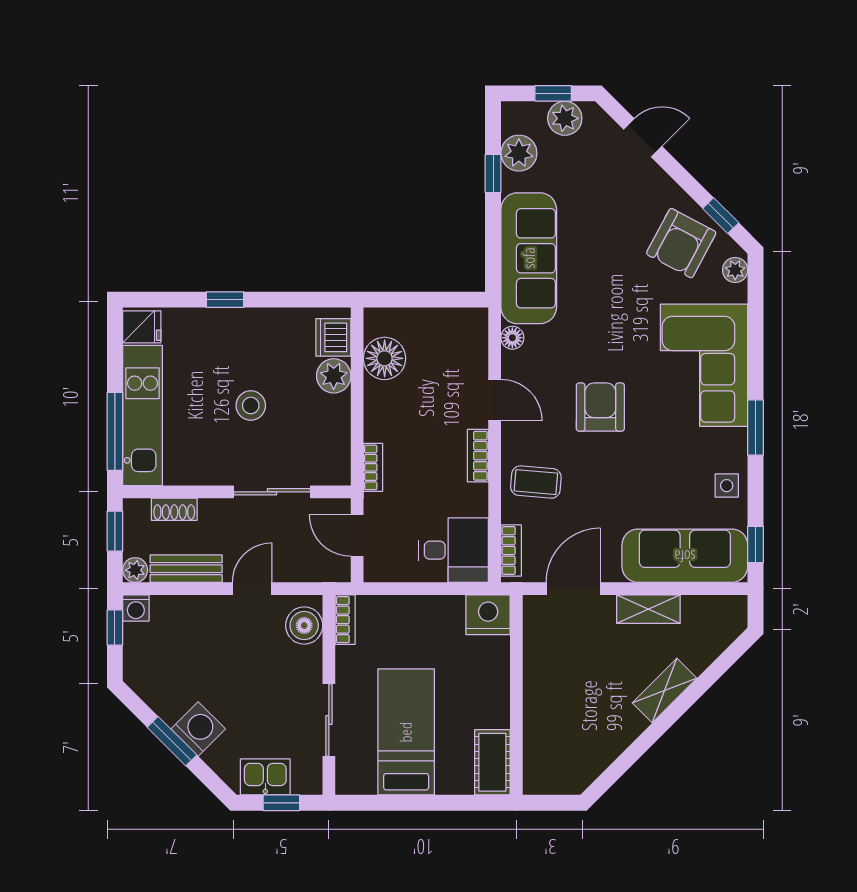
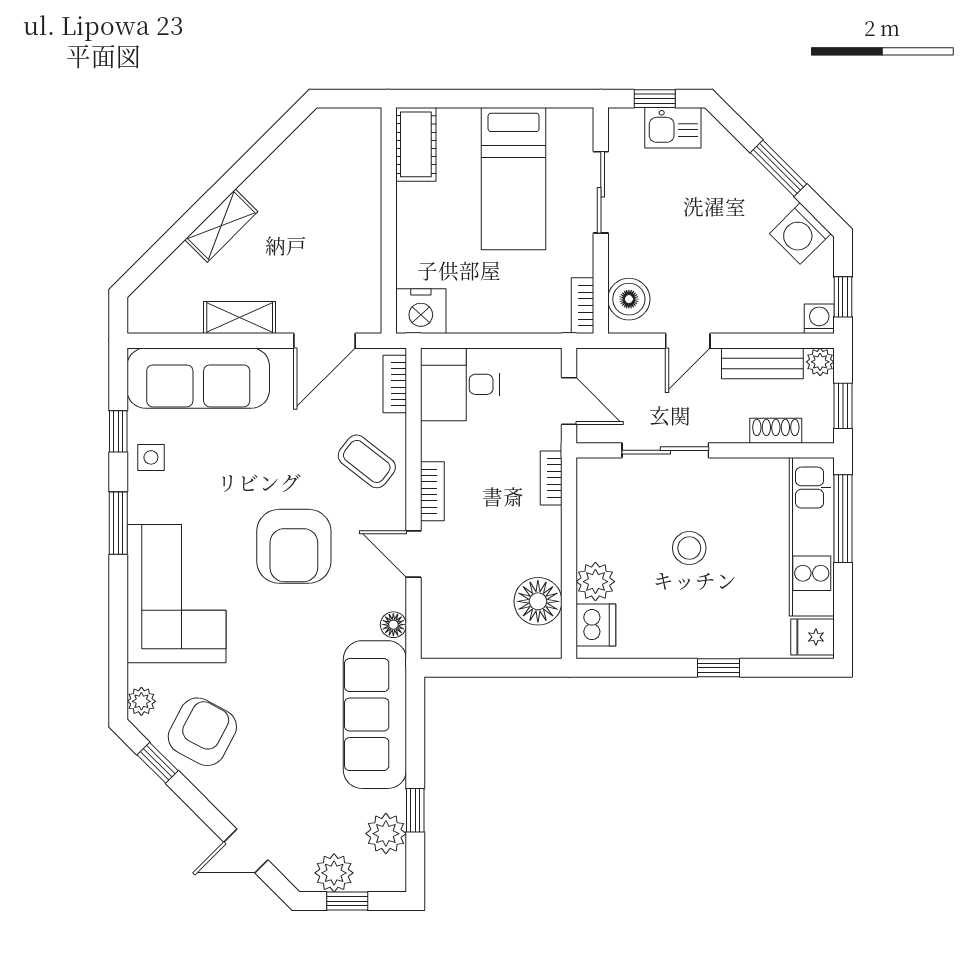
armchair: (600, 407) -> (294, 546), width x1.36, depth x1.36
coffee table: (536, 482) -> (367, 461), turned 33
window: (756, 544) -> (118, 431), moved
washing machine: (198, 729) -> (800, 234), moved

